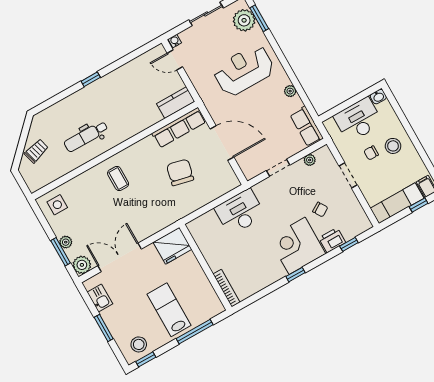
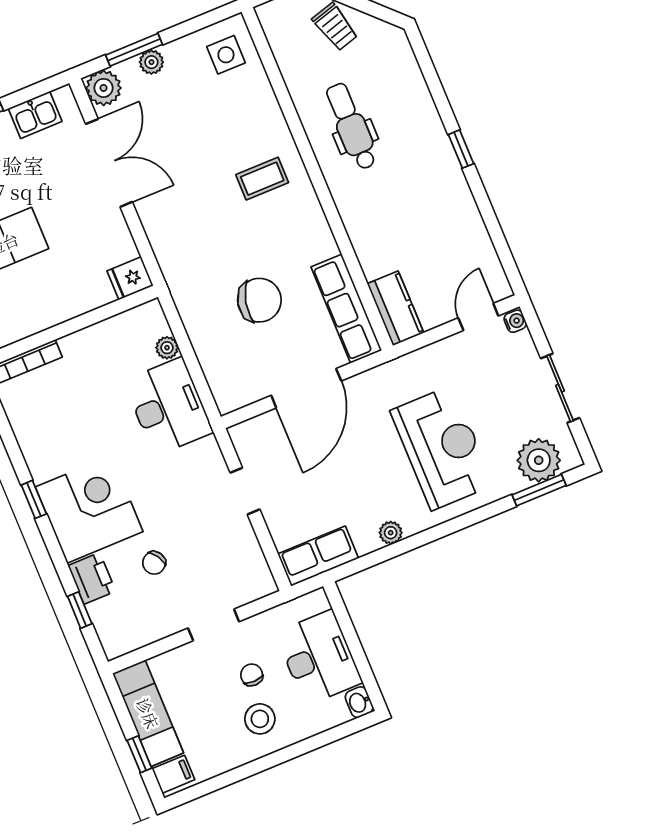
plant: (310, 160) -> (167, 348), moved
fridge: (172, 246) -> (130, 278), width x0.53, depth x0.75

